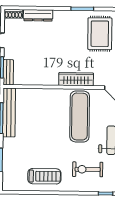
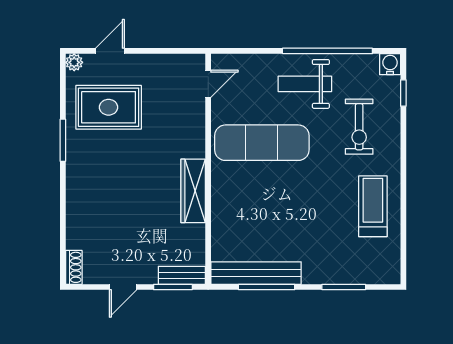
dresser: (38, 15) -> (76, 222), removed
wardrobe: (76, 79) -> (193, 191), moved

